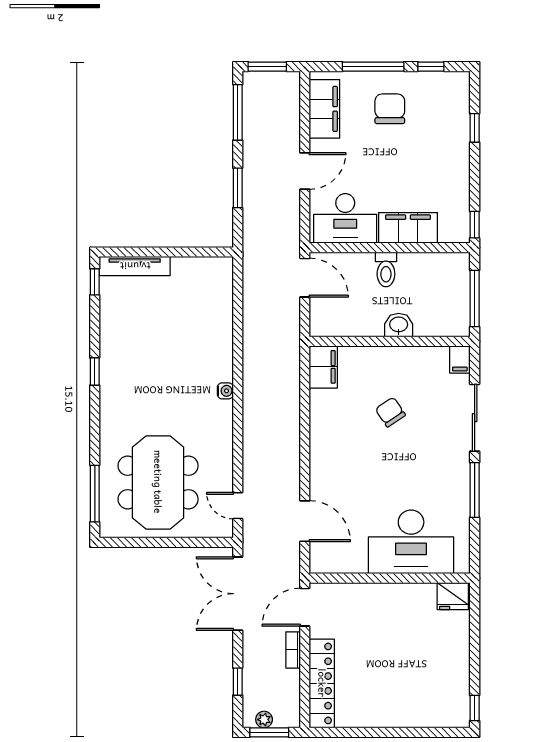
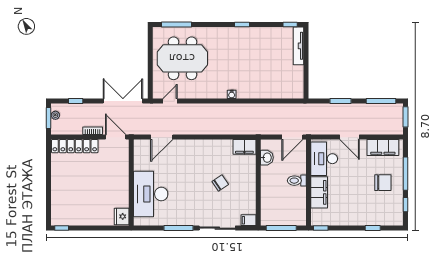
washbasin: (399, 325) -> (267, 158), moved

